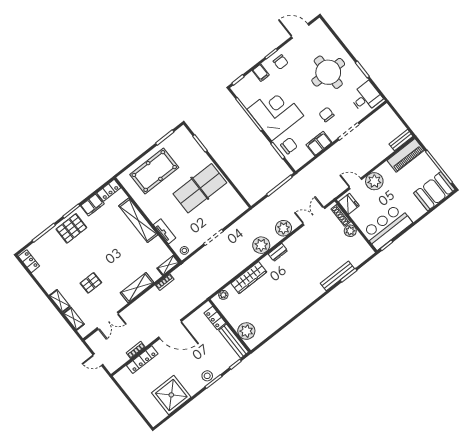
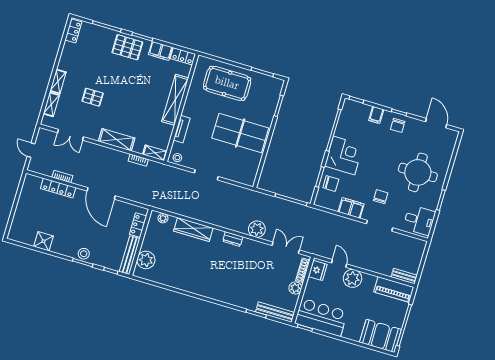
corner desk: (275, 113) -> (344, 155), width x0.74, depth x0.74
plant: (261, 245) -> (229, 220), removed
bench: (337, 276) -> (275, 312), moved
shower: (171, 395) -> (44, 241), width x0.54, depth x0.54

